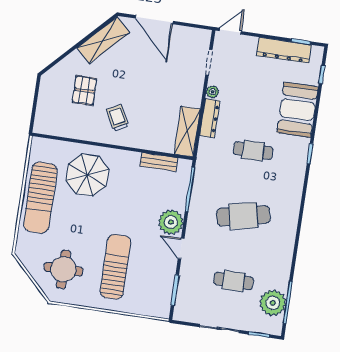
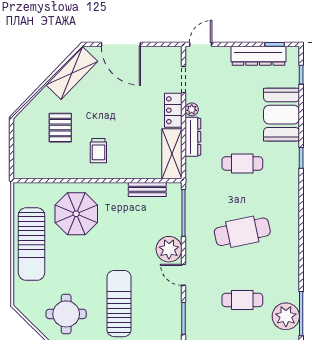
locker: (195, 90) -> (173, 110), added
trolley: (118, 118) -> (98, 151), turned -152

